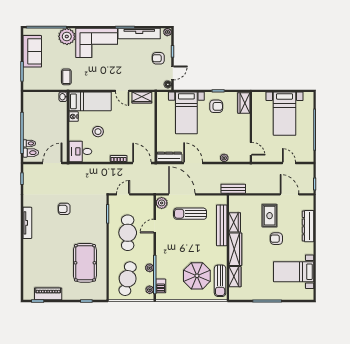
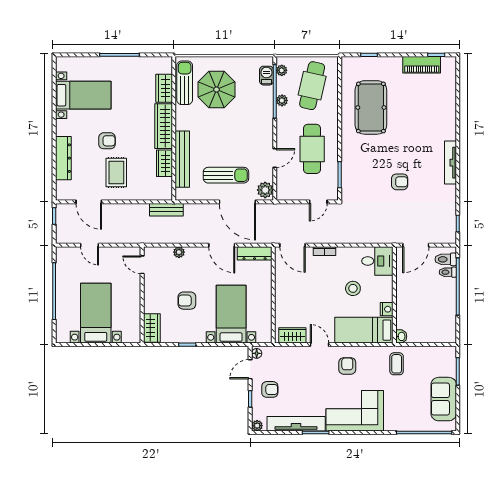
plant: (67, 36) -> (396, 420), removed
armchair: (102, 75) -> (347, 366), added
armchair: (216, 106) -> (187, 301), moved

